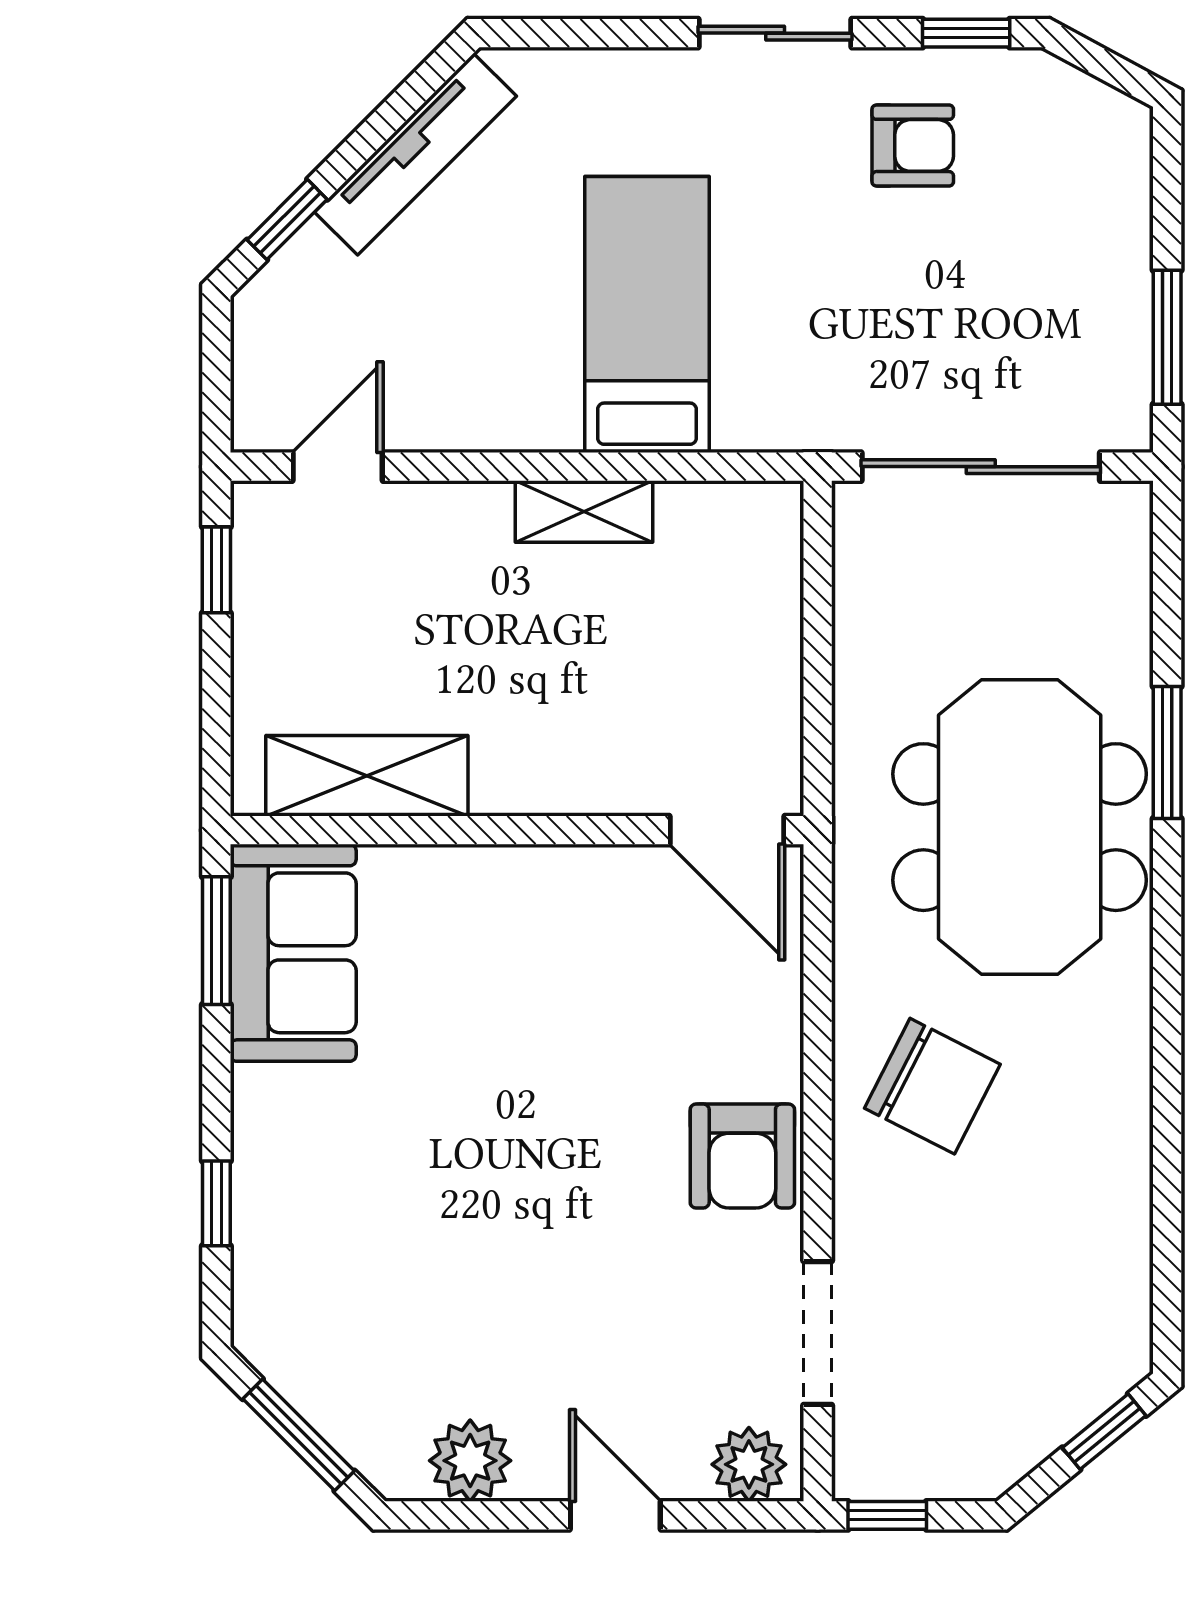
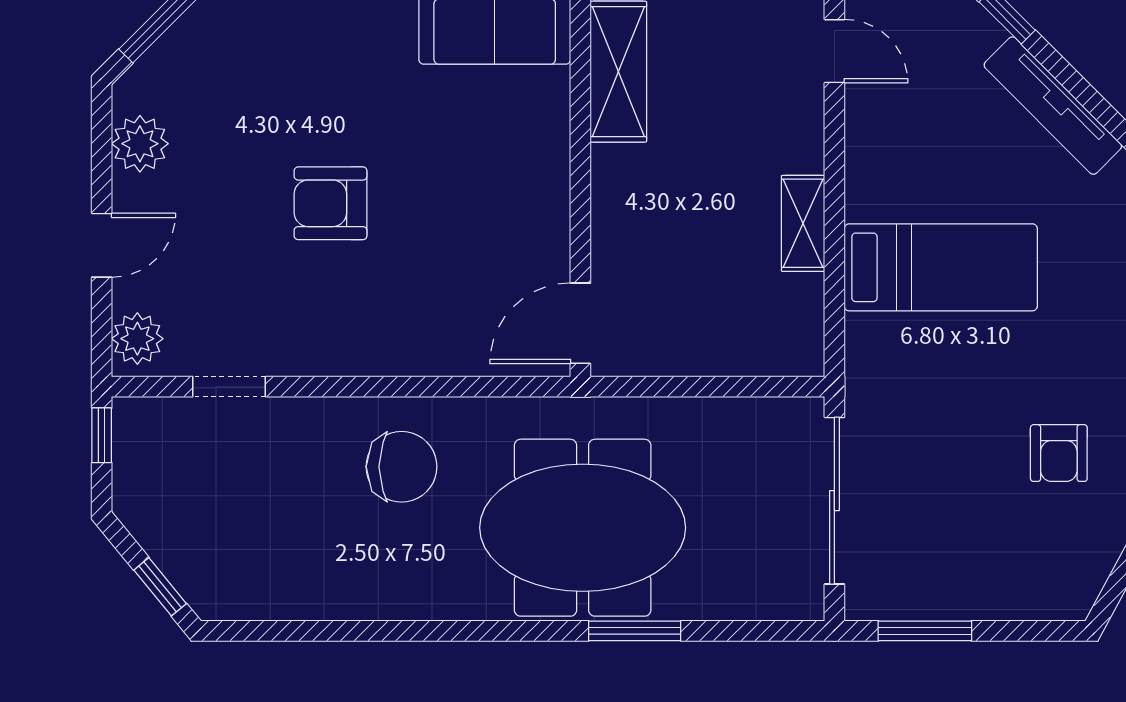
chair: (932, 1086) -> (402, 467), turned -117
armchair: (742, 1156) -> (331, 203), moved
doorway: (818, 1333) -> (229, 387), width x0.73

